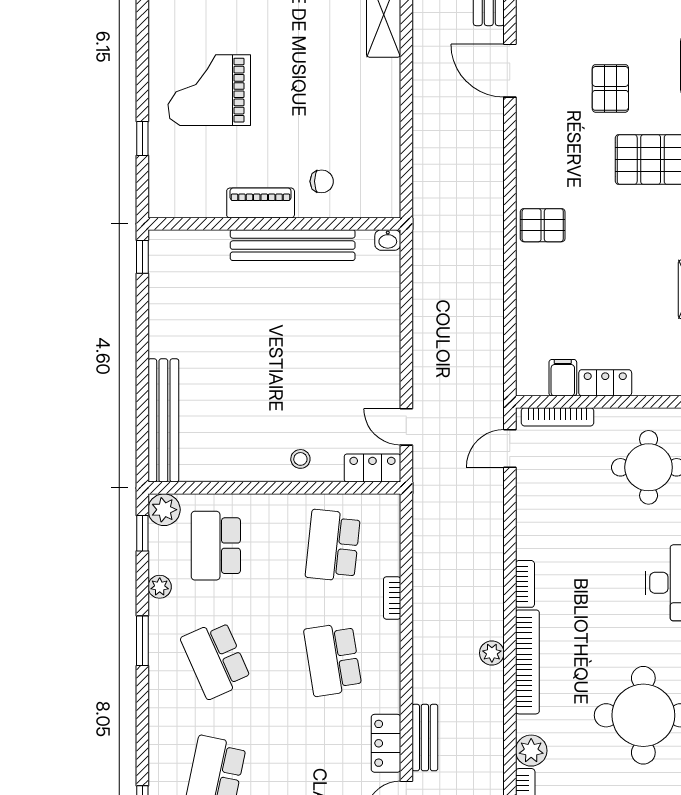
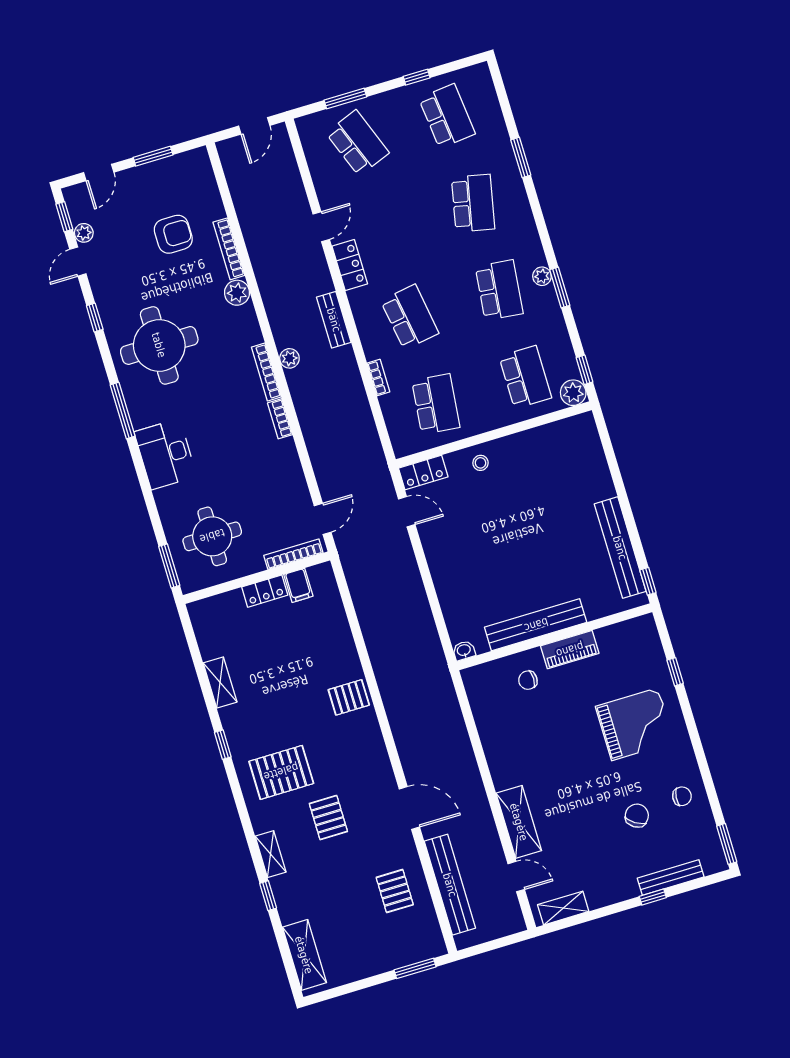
bench: (163, 420) -> (620, 548), moved
plant: (160, 587) -> (542, 276), moved
school desk: (216, 659) -> (499, 290), turned 30
bookcase: (527, 662) -> (266, 372), width x0.68, depth x0.76
bench: (425, 738) -> (334, 320), moved

